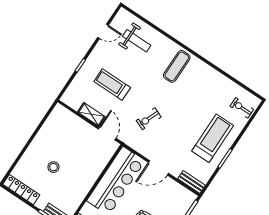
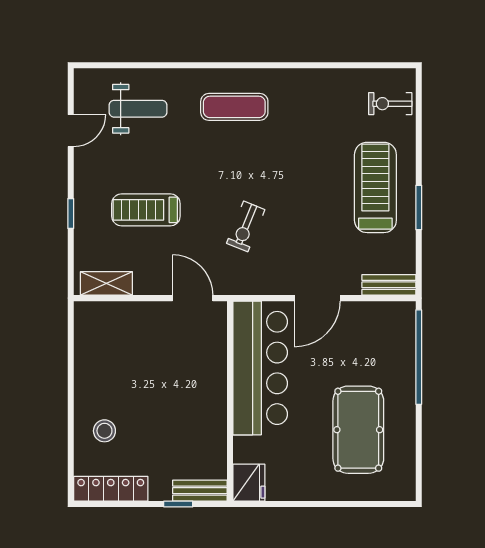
exercise mat: (177, 66) -> (234, 107), turned 90
shelving: (91, 114) -> (106, 283), moved
stool: (53, 167) -> (104, 431), moved

